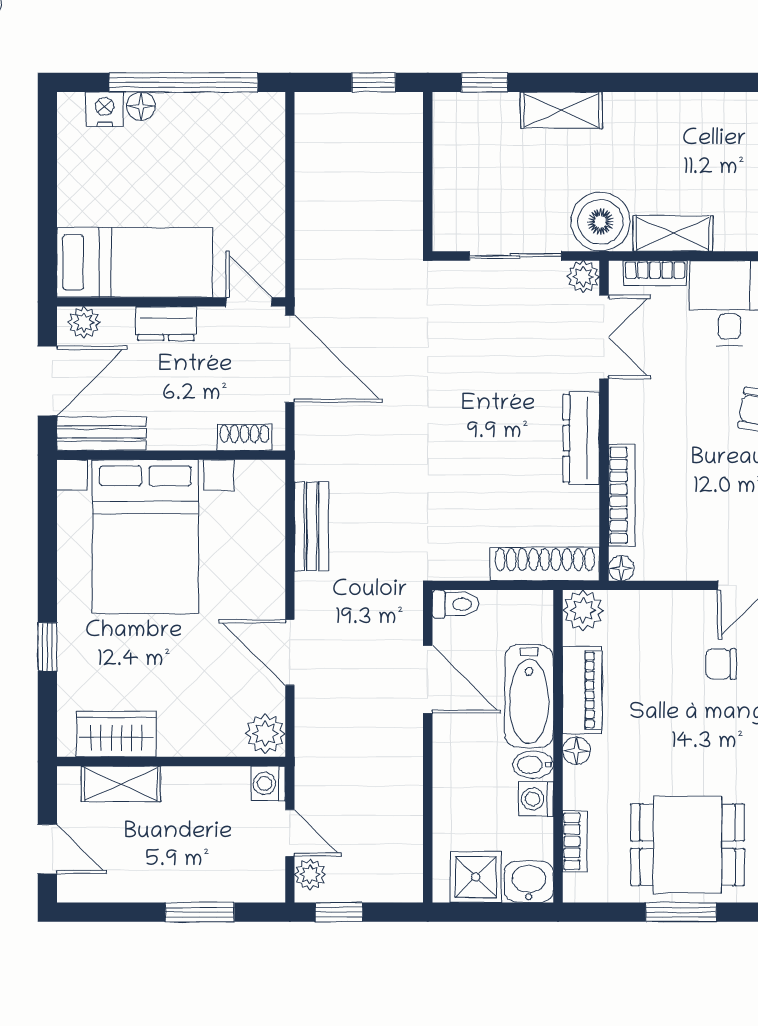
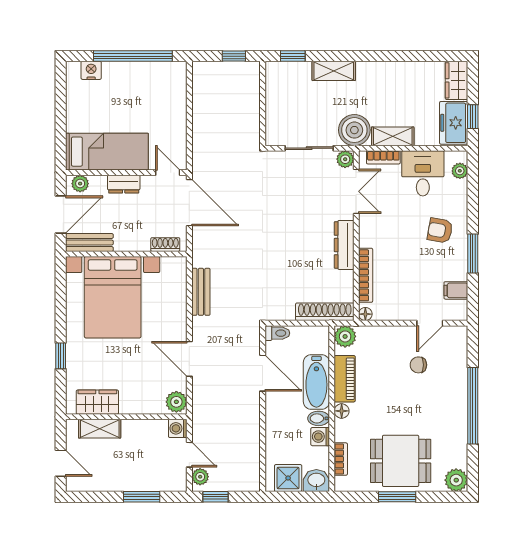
floor lamp: (141, 106) -> (110, 69), removed

